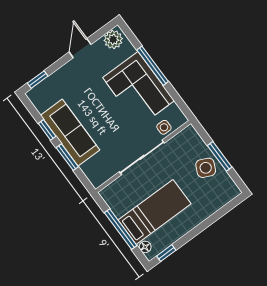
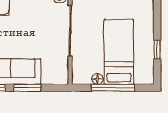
floor lamp: (145, 247) -> (97, 79), moved
window: (166, 253) -> (157, 50), moved

